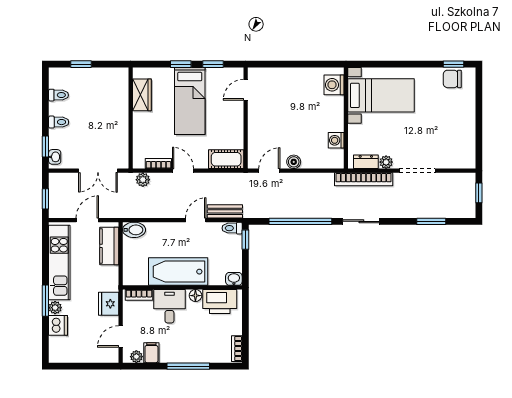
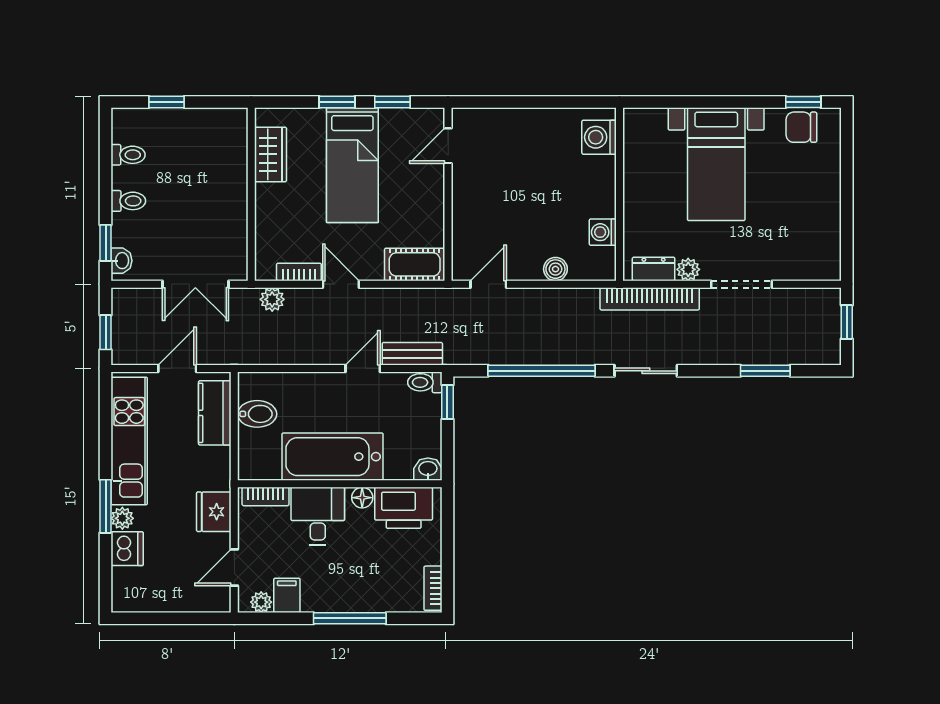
bed with nightstands: (381, 95) -> (716, 164), moved, turned 90
boiler: (294, 162) -> (555, 269), moved
bidet: (134, 230) -> (257, 414), moved

